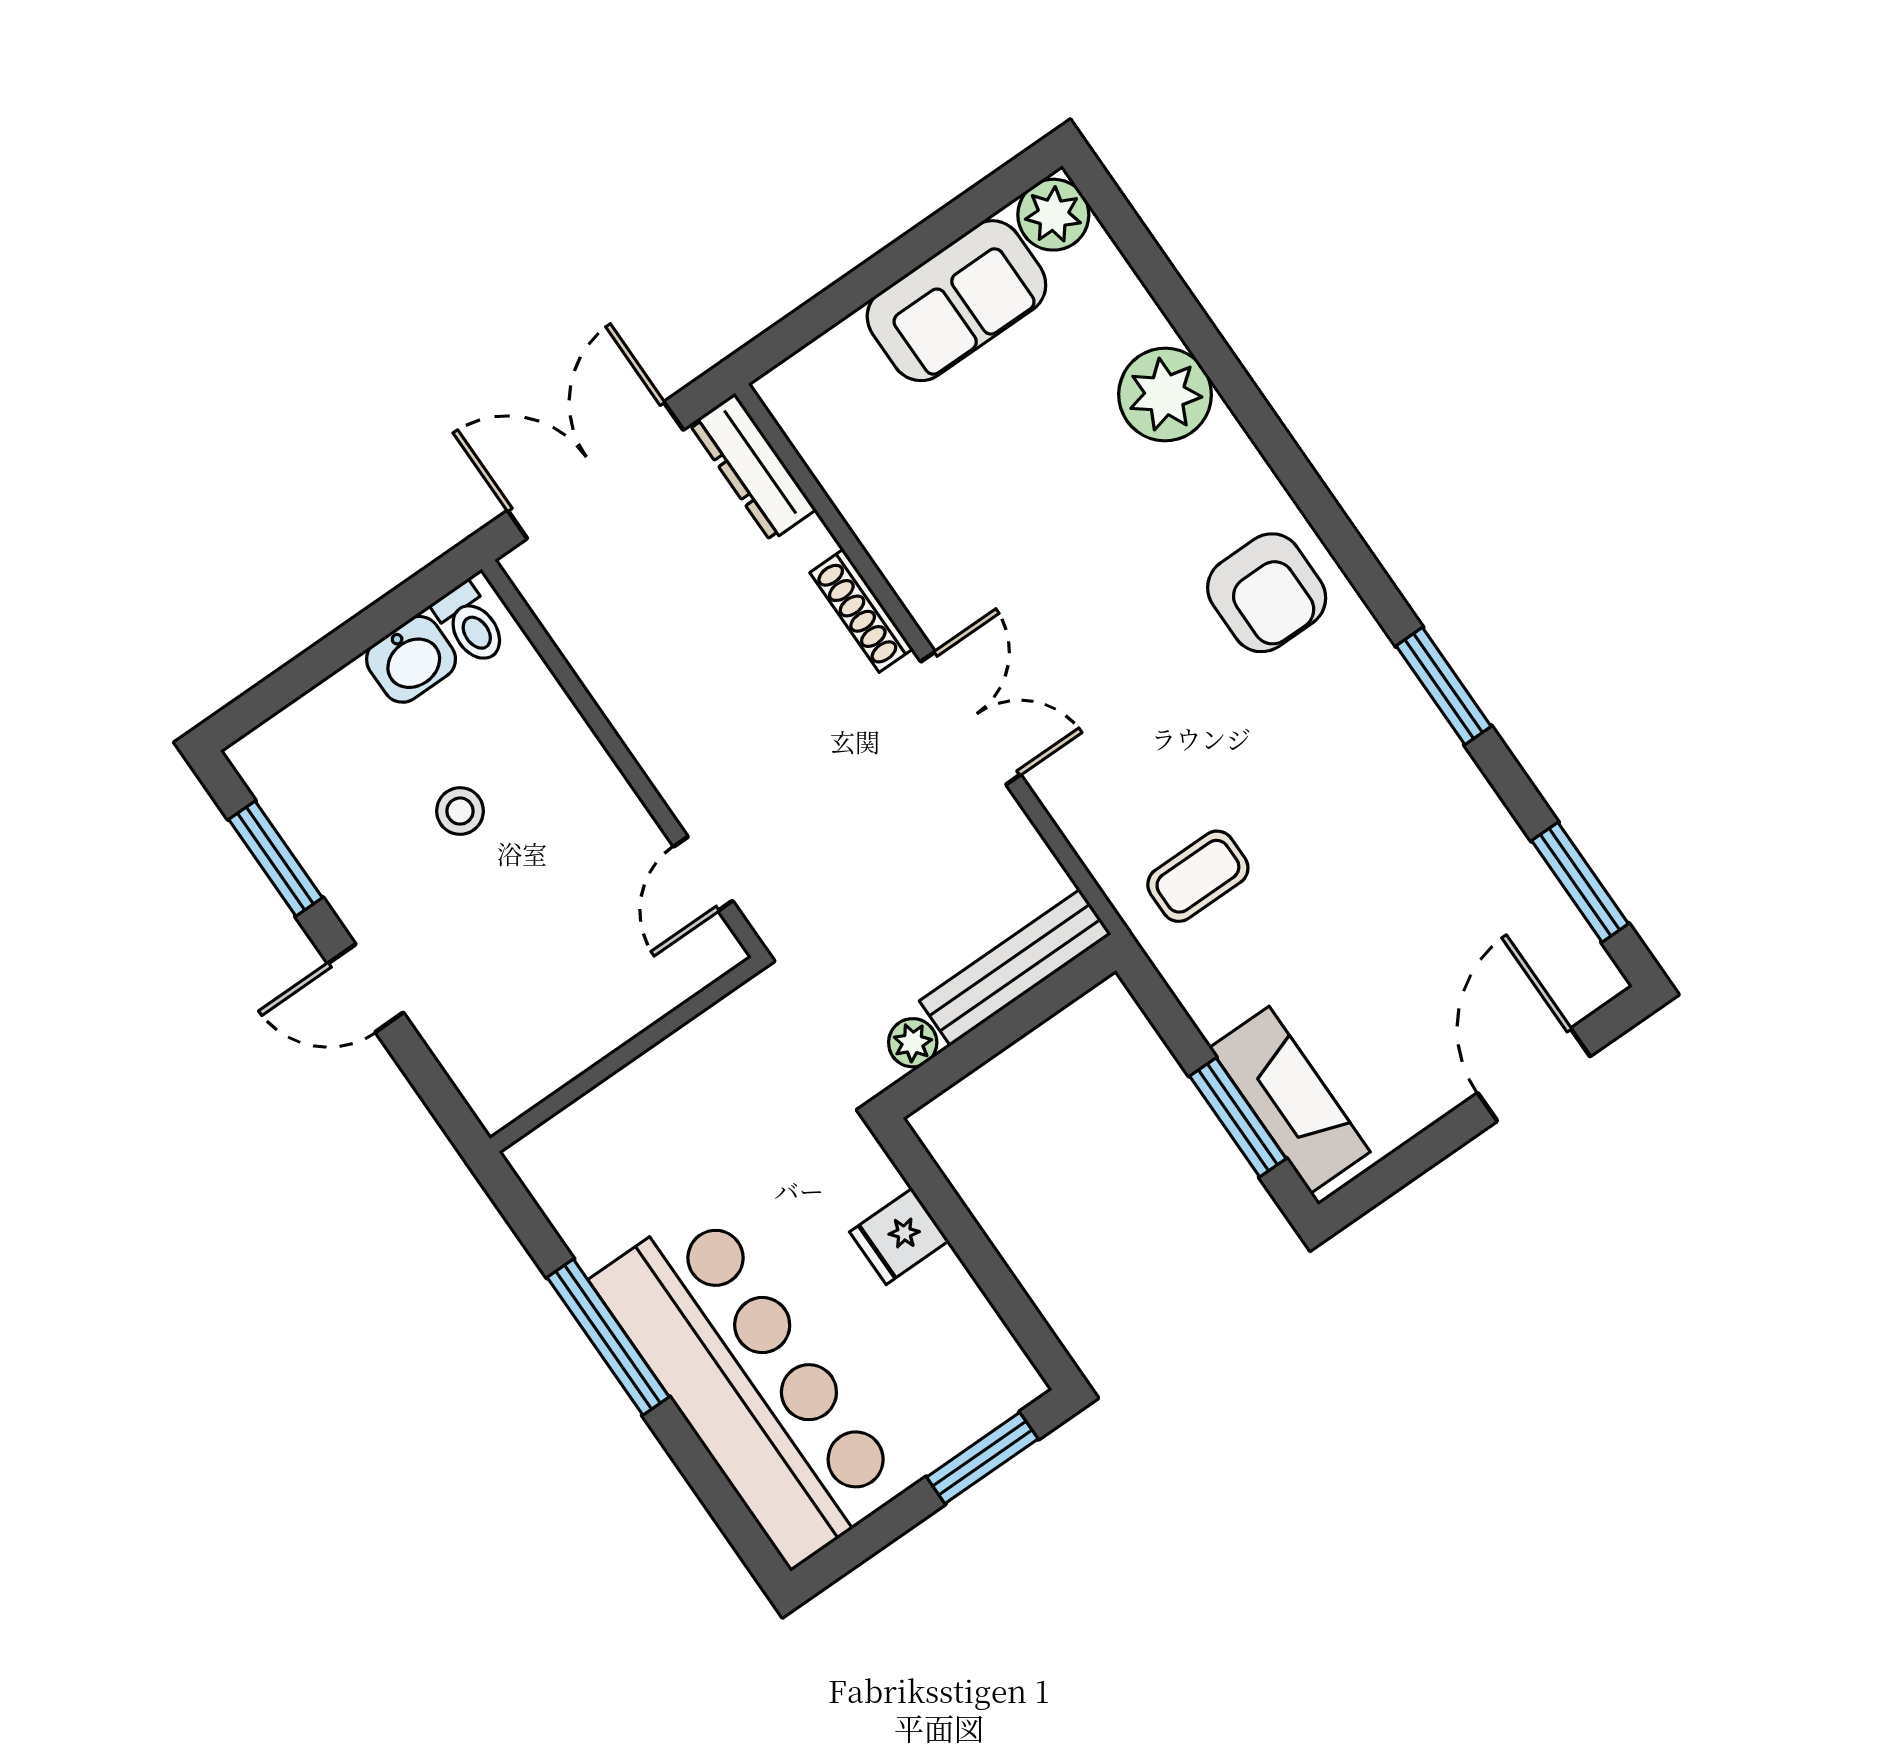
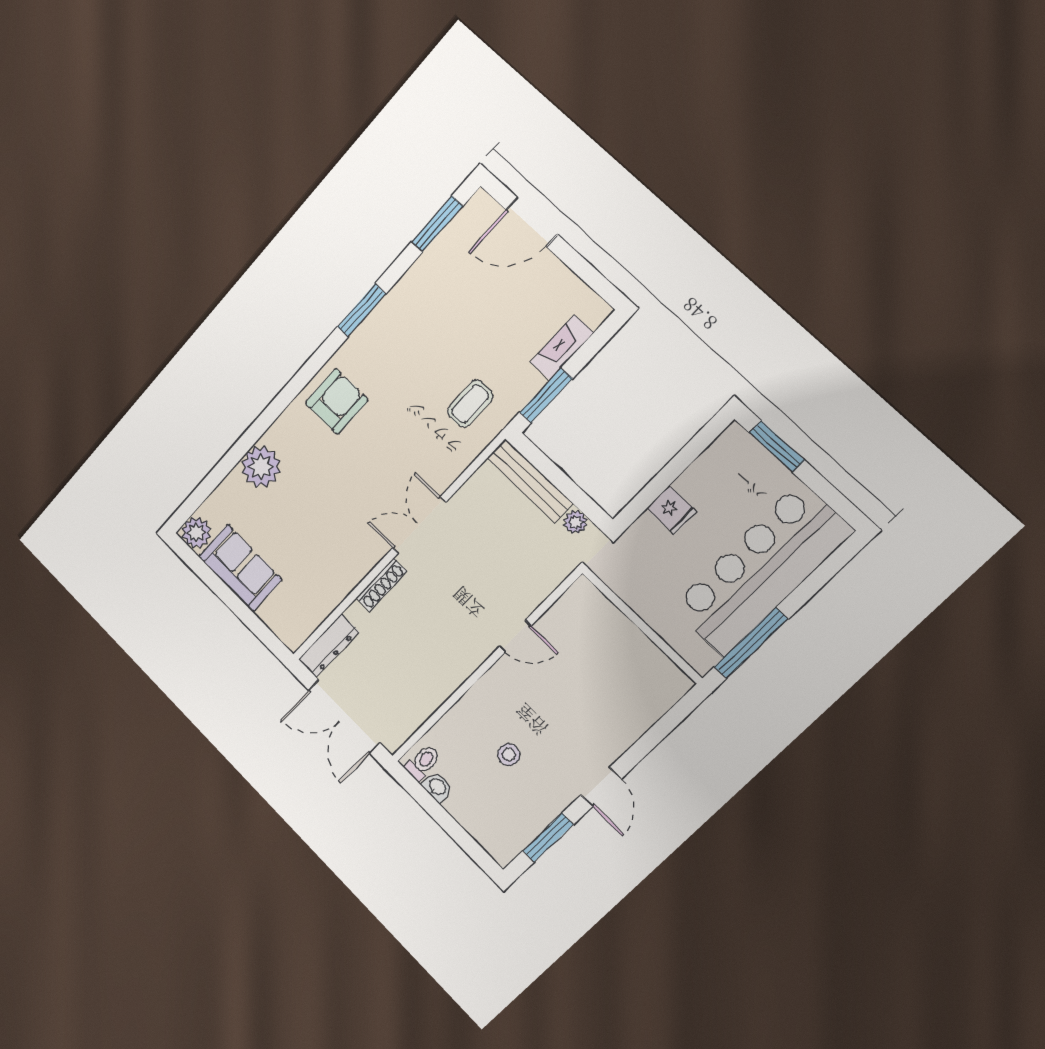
washbasin: (411, 659) -> (437, 787), width x0.72, depth x0.69
coffee table: (1198, 876) -> (470, 404), turned 90
wall: (625, 1054) -> (642, 625), moved
fireplace: (1290, 1100) -> (562, 347), width x0.73, depth x0.76
window: (1238, 1117) -> (546, 396), moved

